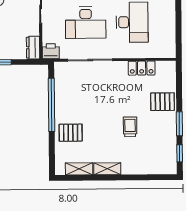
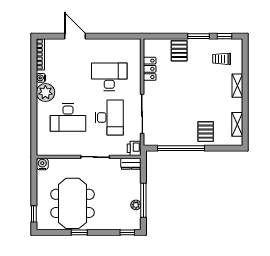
trolley: (130, 127) -> (222, 59), moved
shelving: (107, 169) -> (237, 86), moved

